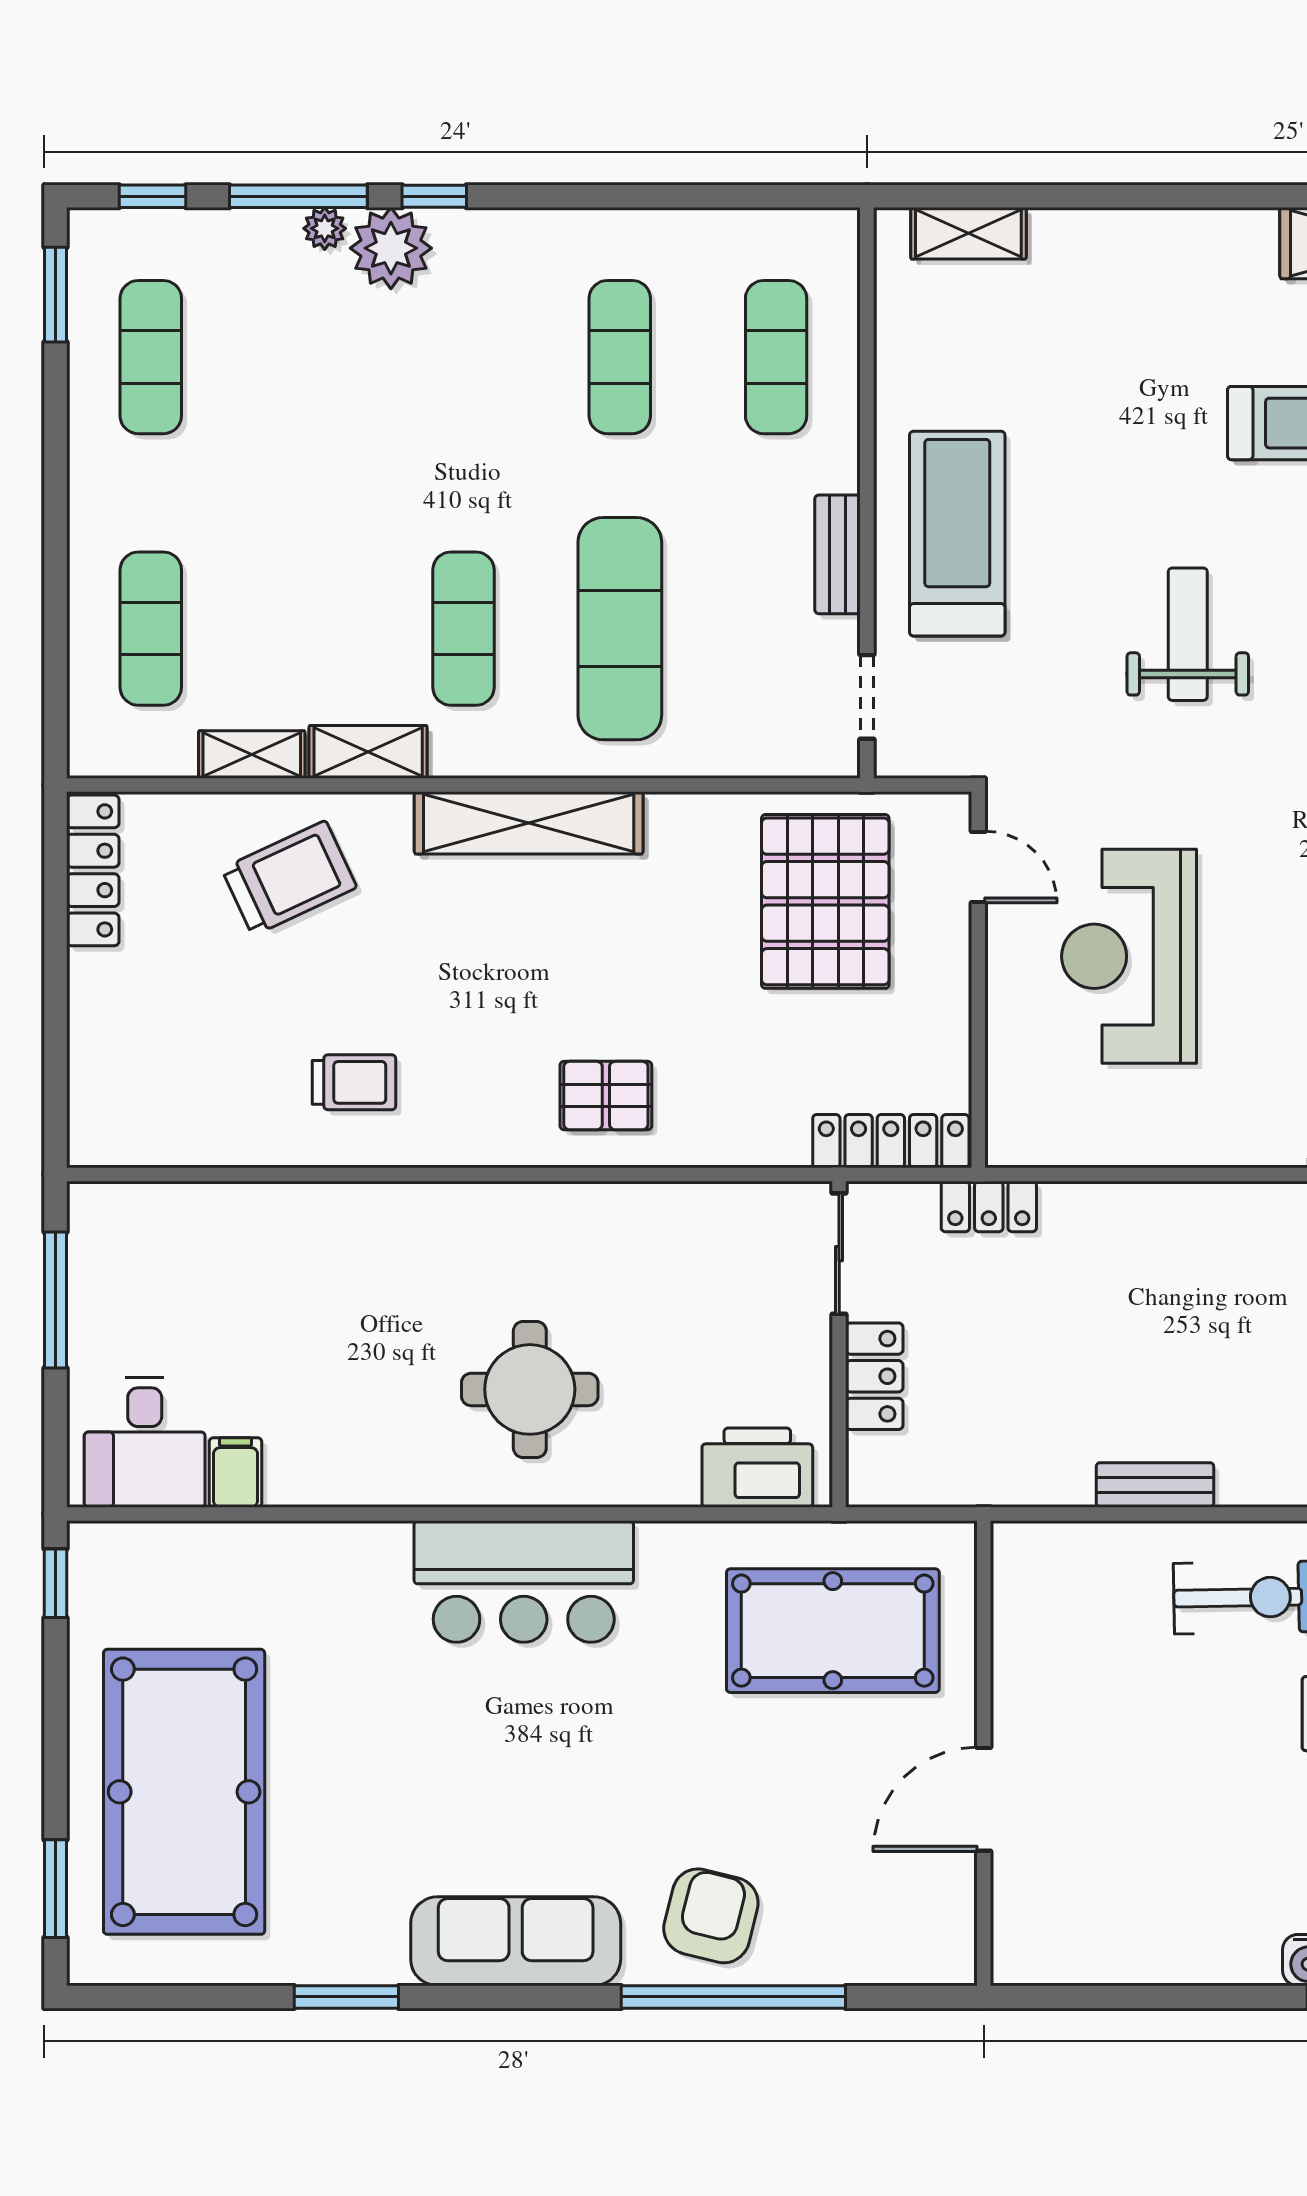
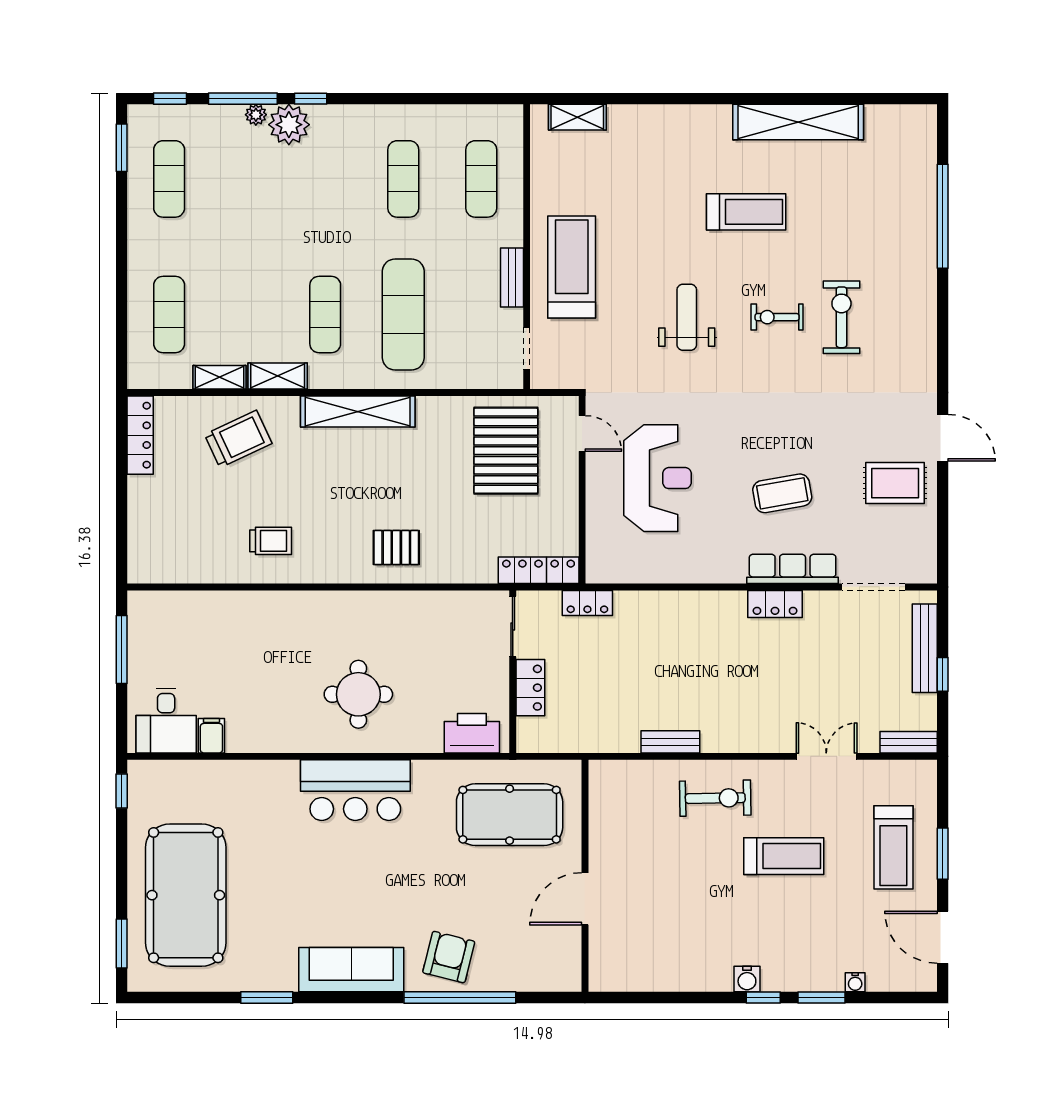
reception desk: (1129, 956) -> (657, 478), turned 180

